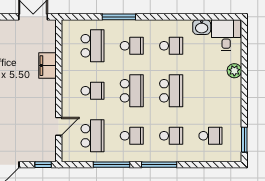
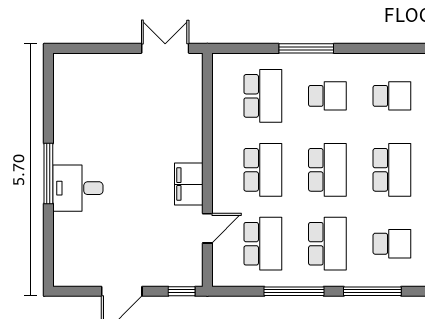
filing cabinet: (47, 66) -> (189, 184), moved
school desk: (93, 91) -> (263, 170), width x1.85
school desk: (132, 136) -> (327, 244), width x1.85

